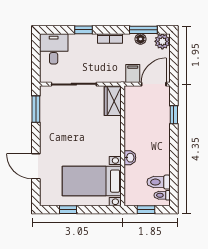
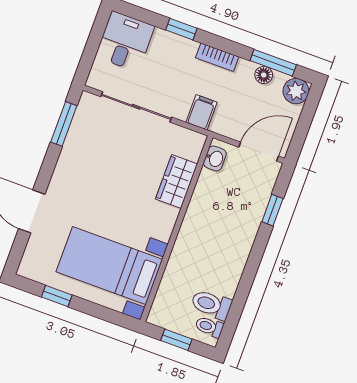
filing cabinet: (133, 73) -> (201, 112), moved
wardrobe: (113, 101) -> (177, 181), moved
washbasin: (130, 158) -> (215, 158), moved

